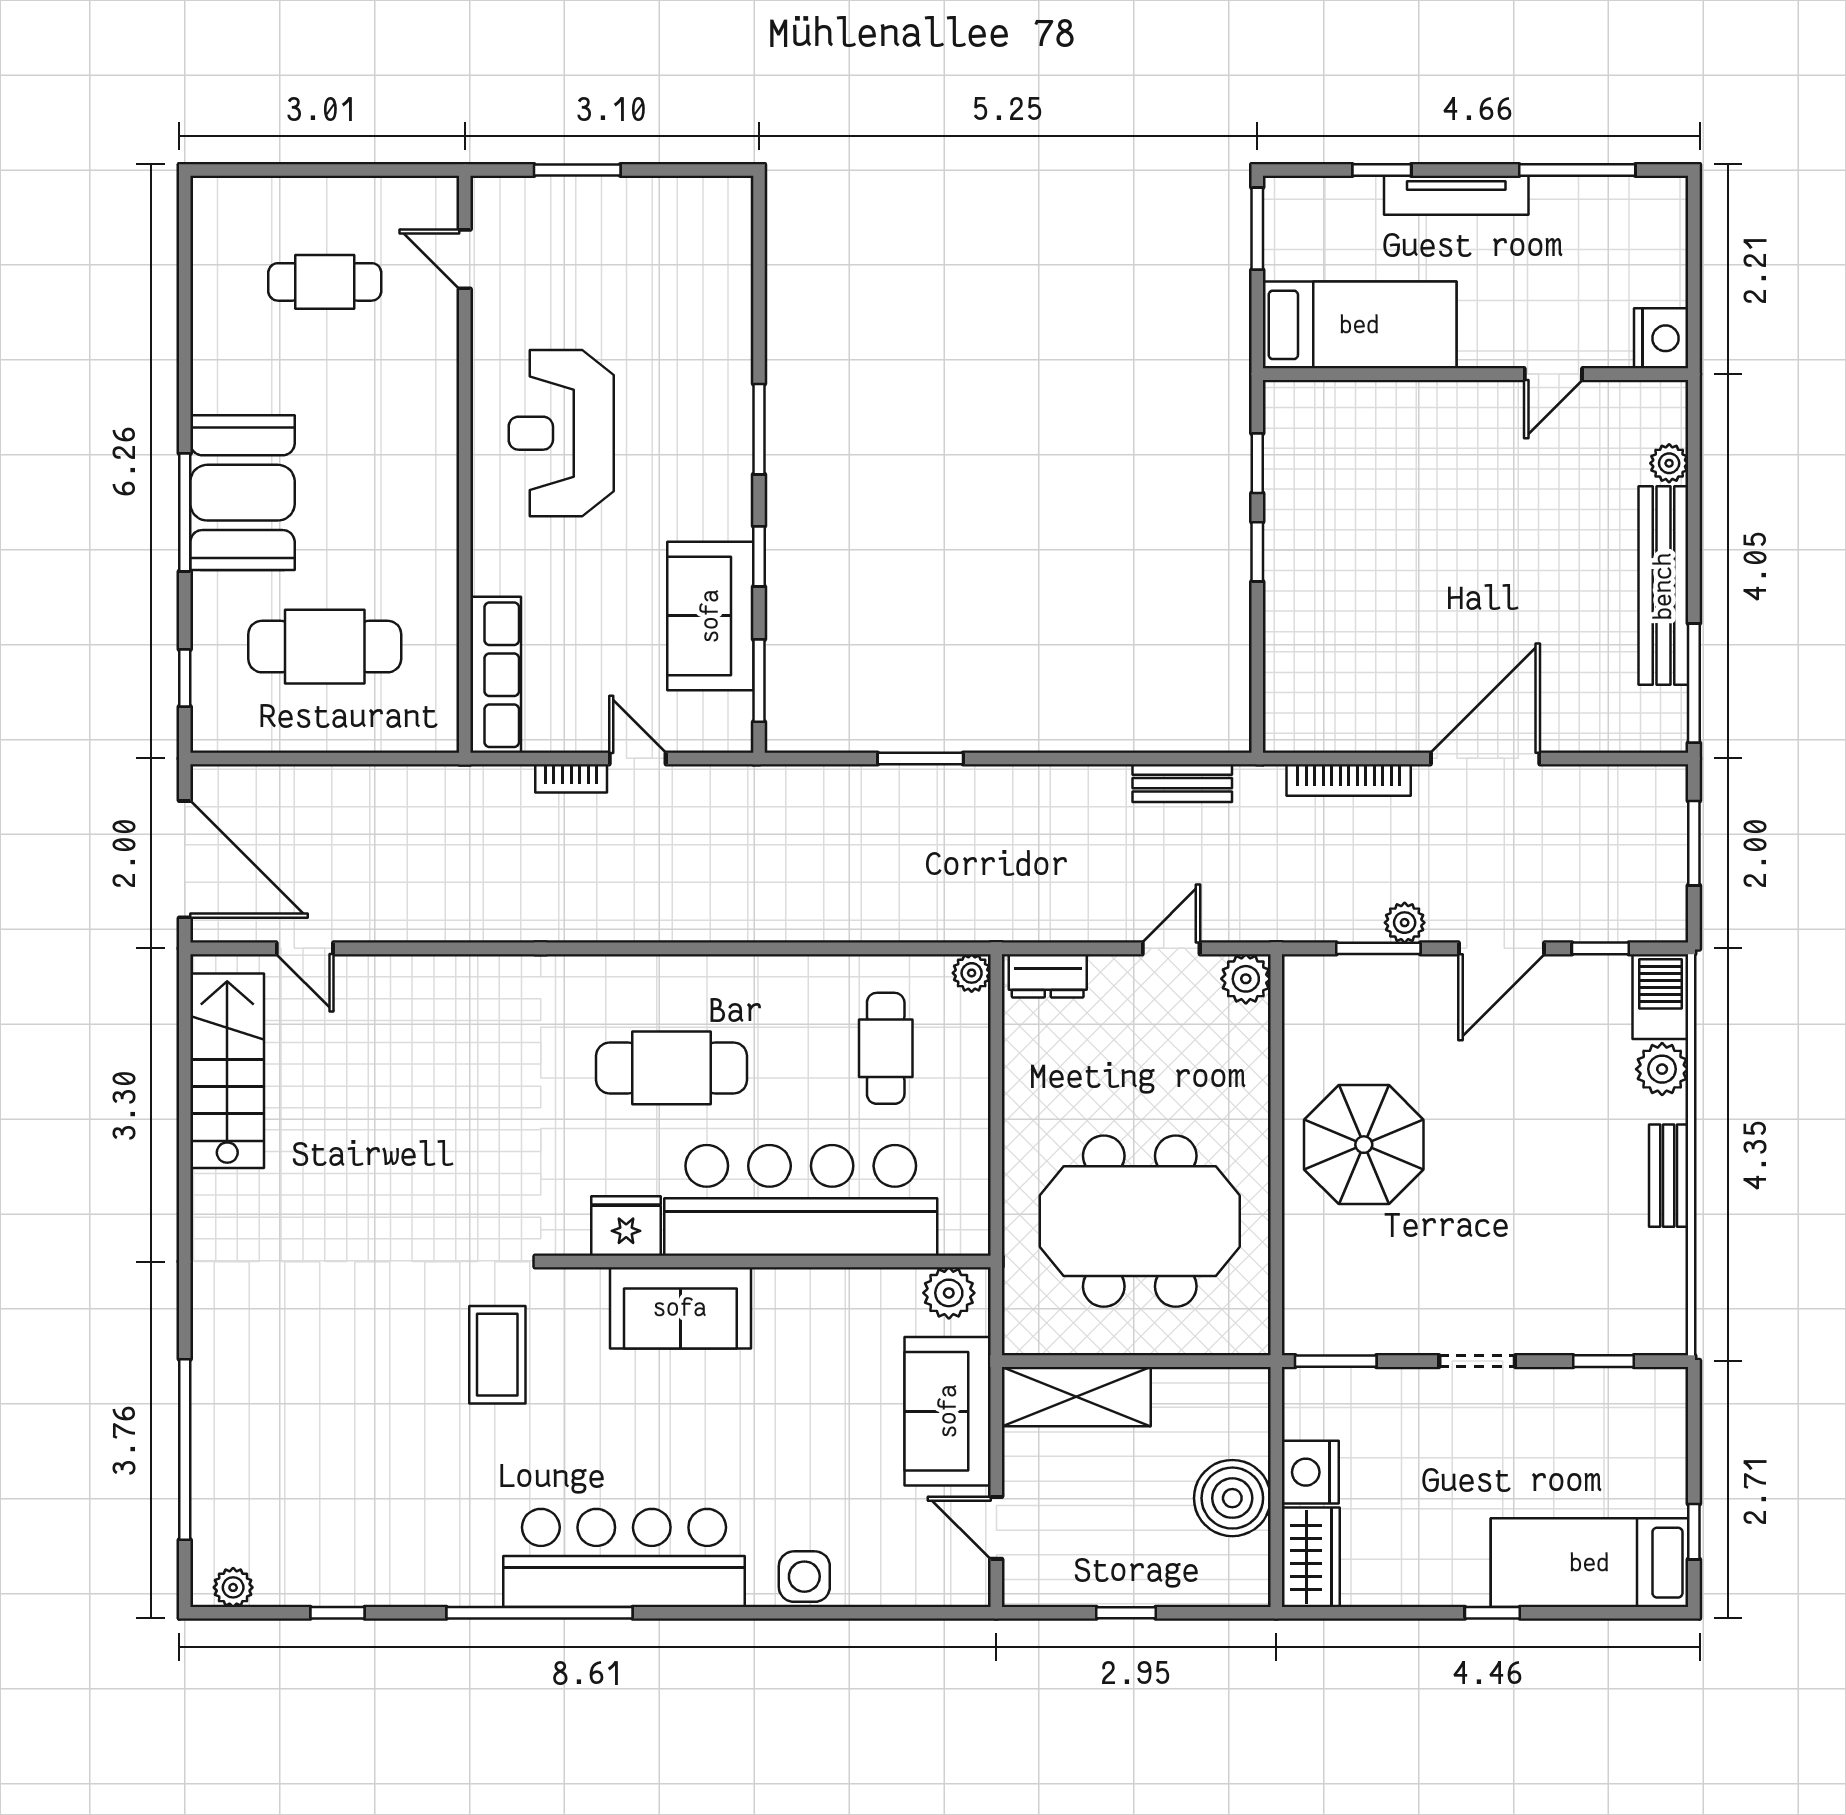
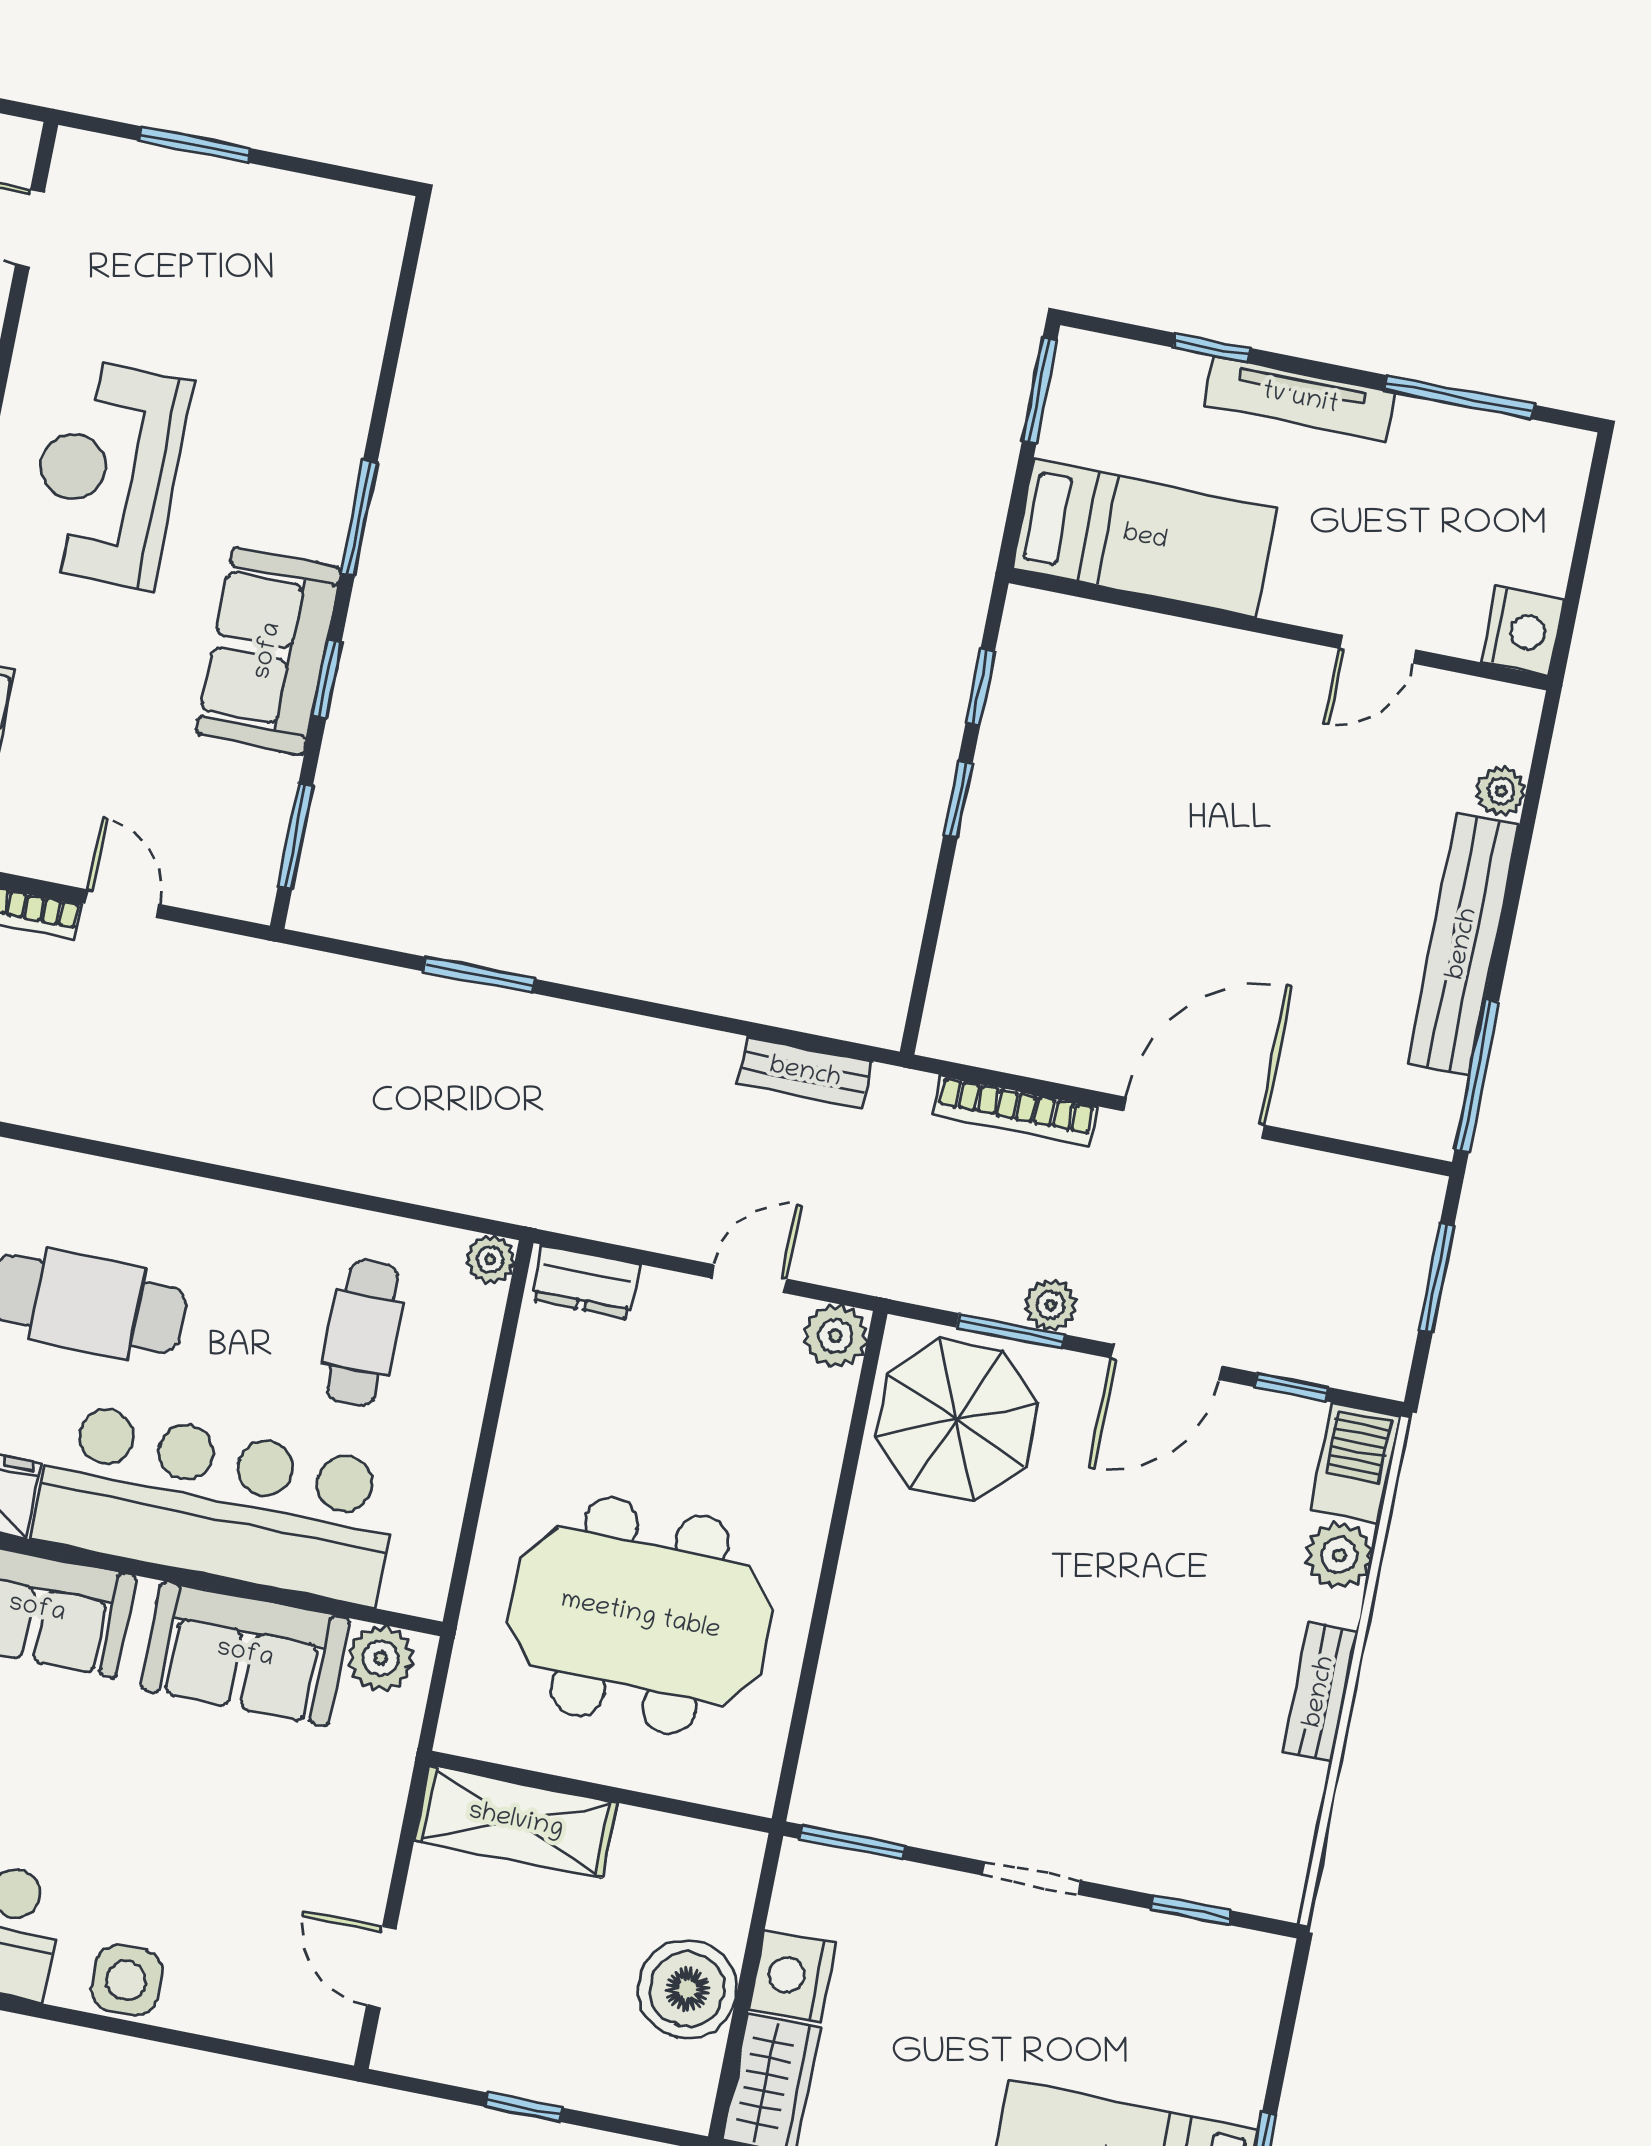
sofa: (710, 616) -> (268, 651), moved
parasol: (1364, 1145) -> (957, 1420), moved
sofa: (948, 1411) -> (245, 1654), moved, turned -90

